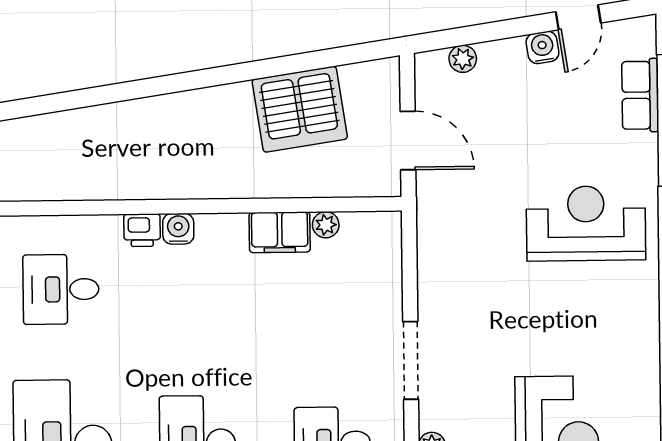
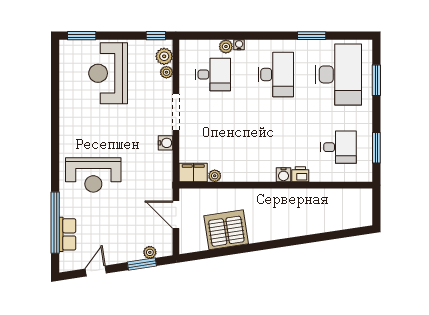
window: (479, 34) -> (142, 264), added
water cooler: (542, 47) -> (166, 143), moved, turned -81
filing cabinet: (280, 232) -> (193, 173), moved

